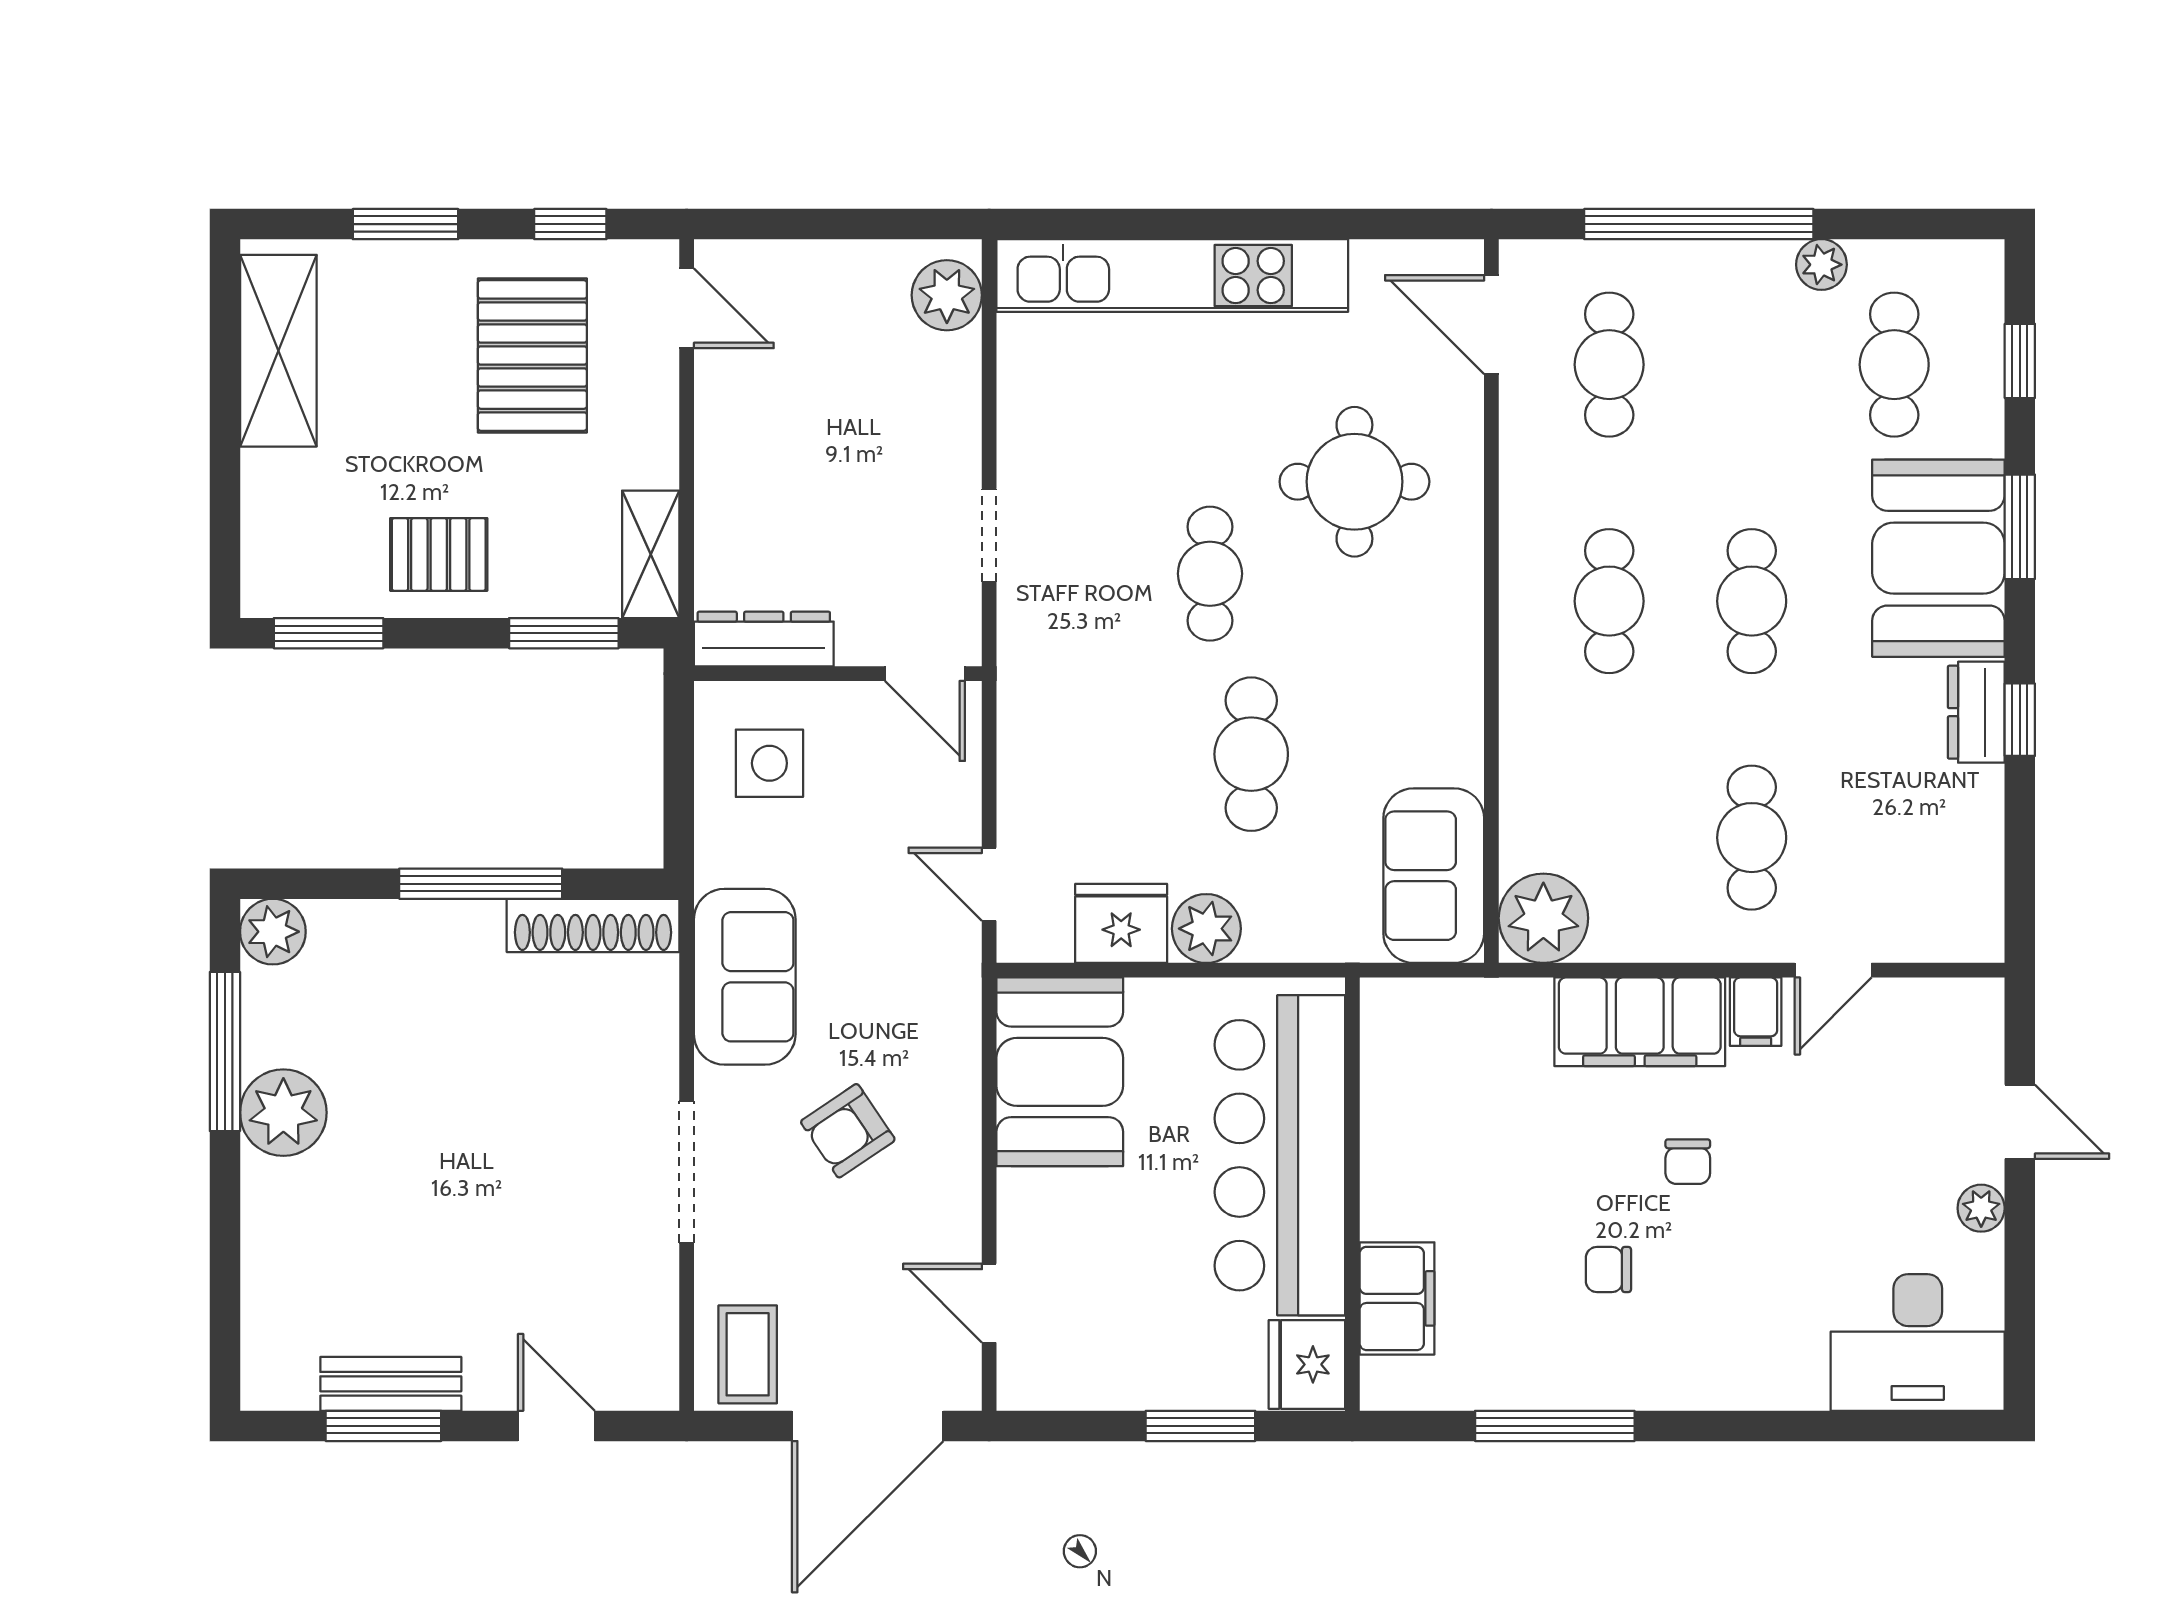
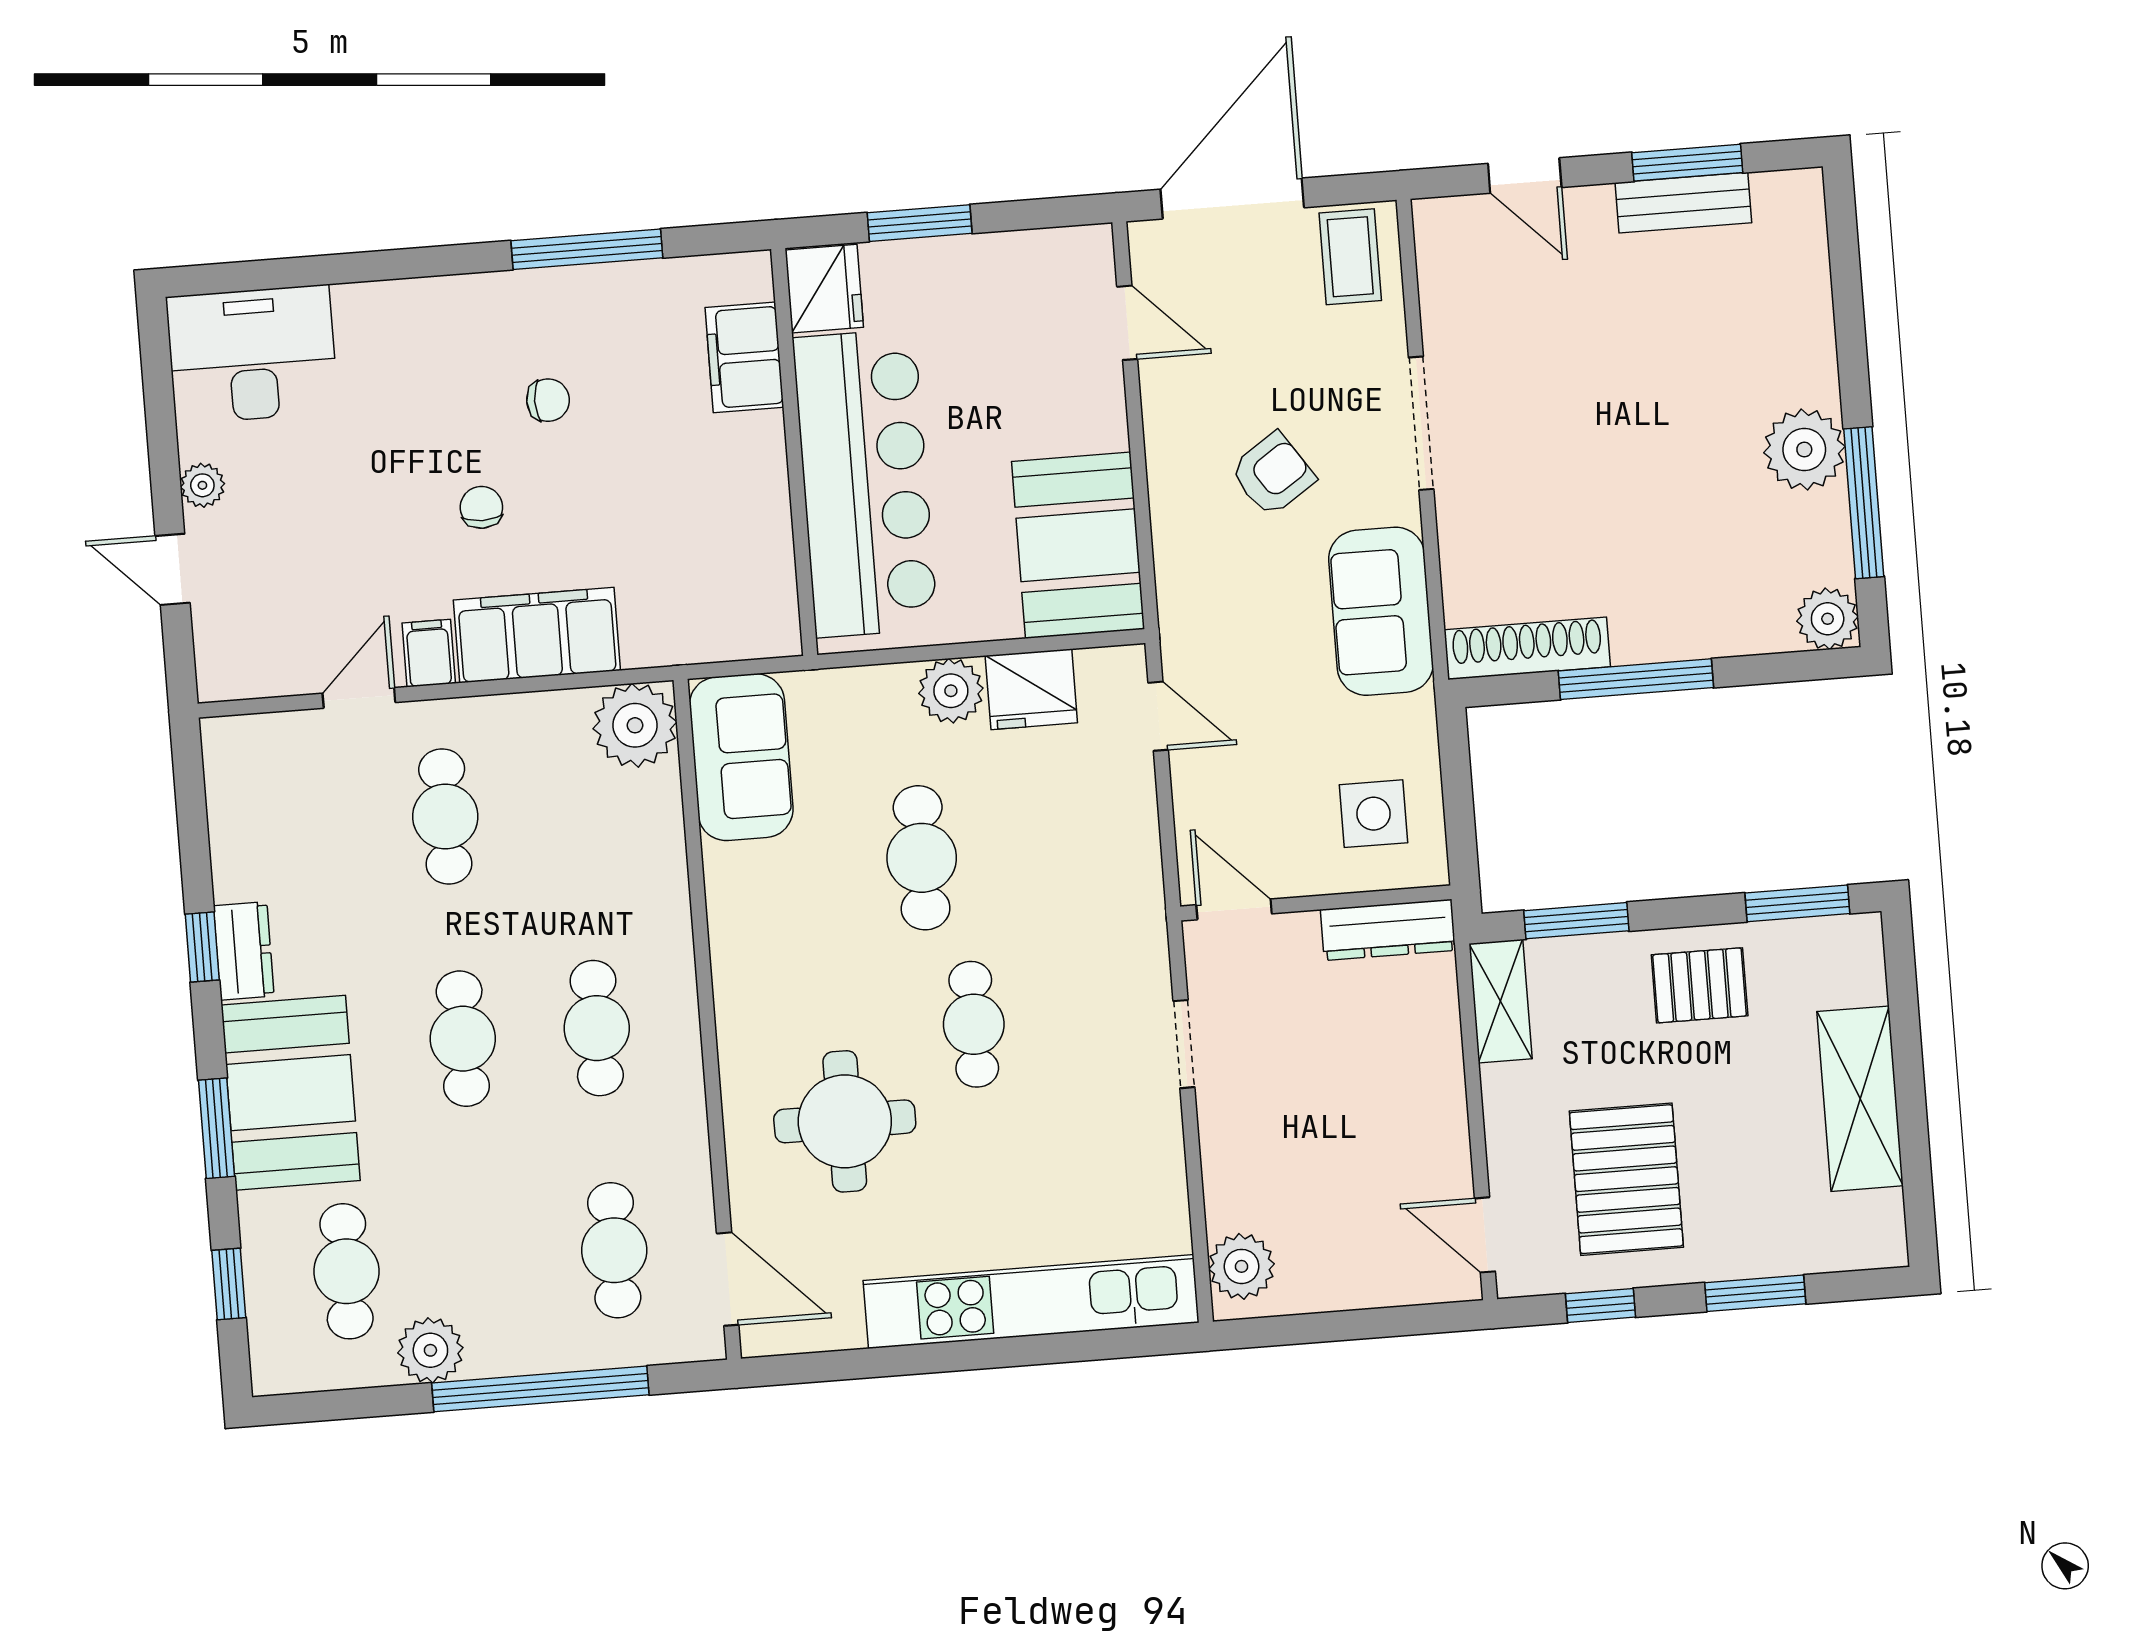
plant: (1821, 265) -> (430, 1350), width x1.38, depth x1.38
shelving: (278, 351) -> (1860, 1099), moved

